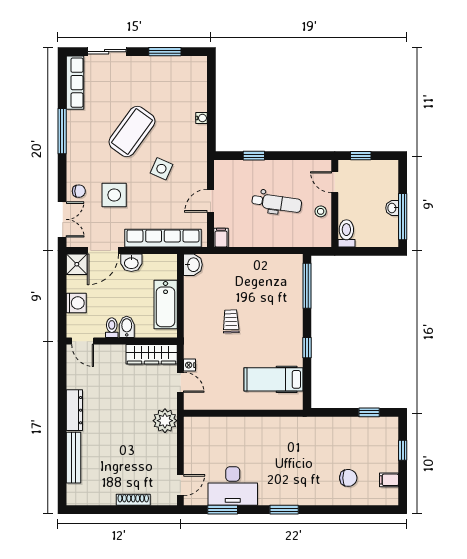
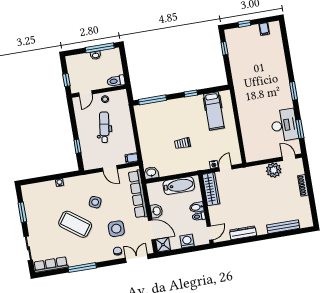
dresser: (74, 410) -> (243, 233), moved
plant: (165, 421) -> (274, 170), moved
chair: (348, 478) -> (267, 54), removed

